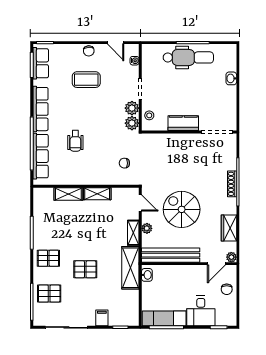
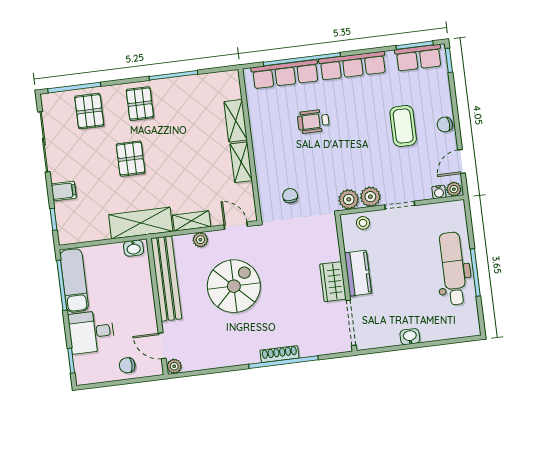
plant: (134, 50) -> (454, 189), added
dental chair: (188, 57) -> (453, 269), turned 180
washbasin: (231, 78) -> (410, 337), moved
door: (140, 203) -> (236, 226), swing flipped
wardrobe: (229, 228) -> (333, 282), moved, turned -90

